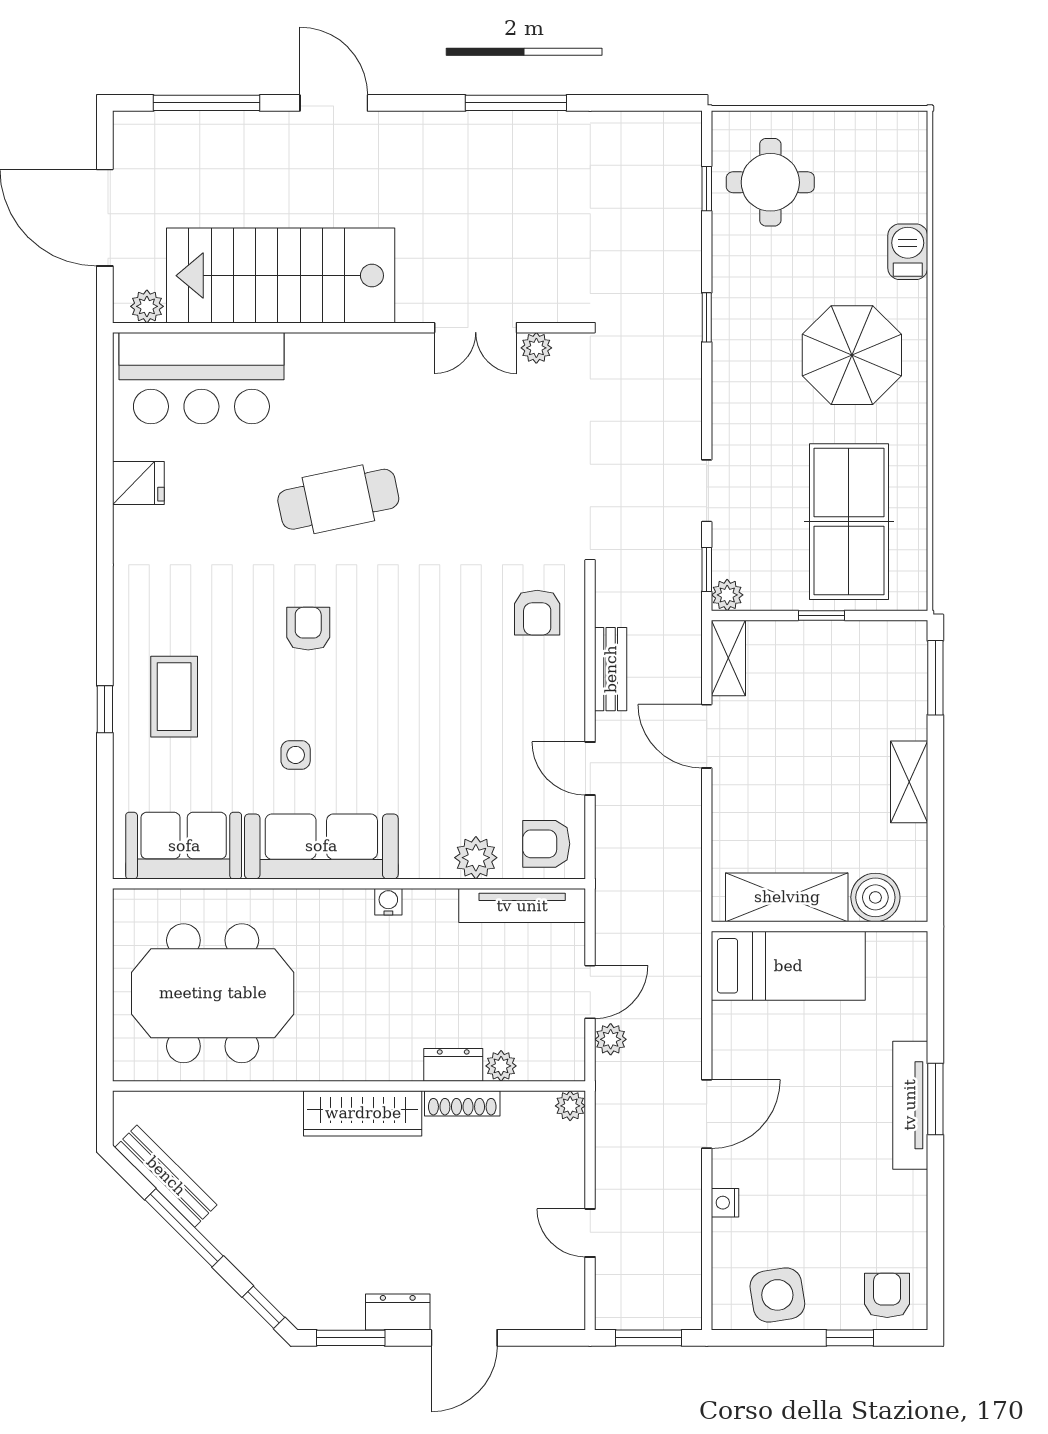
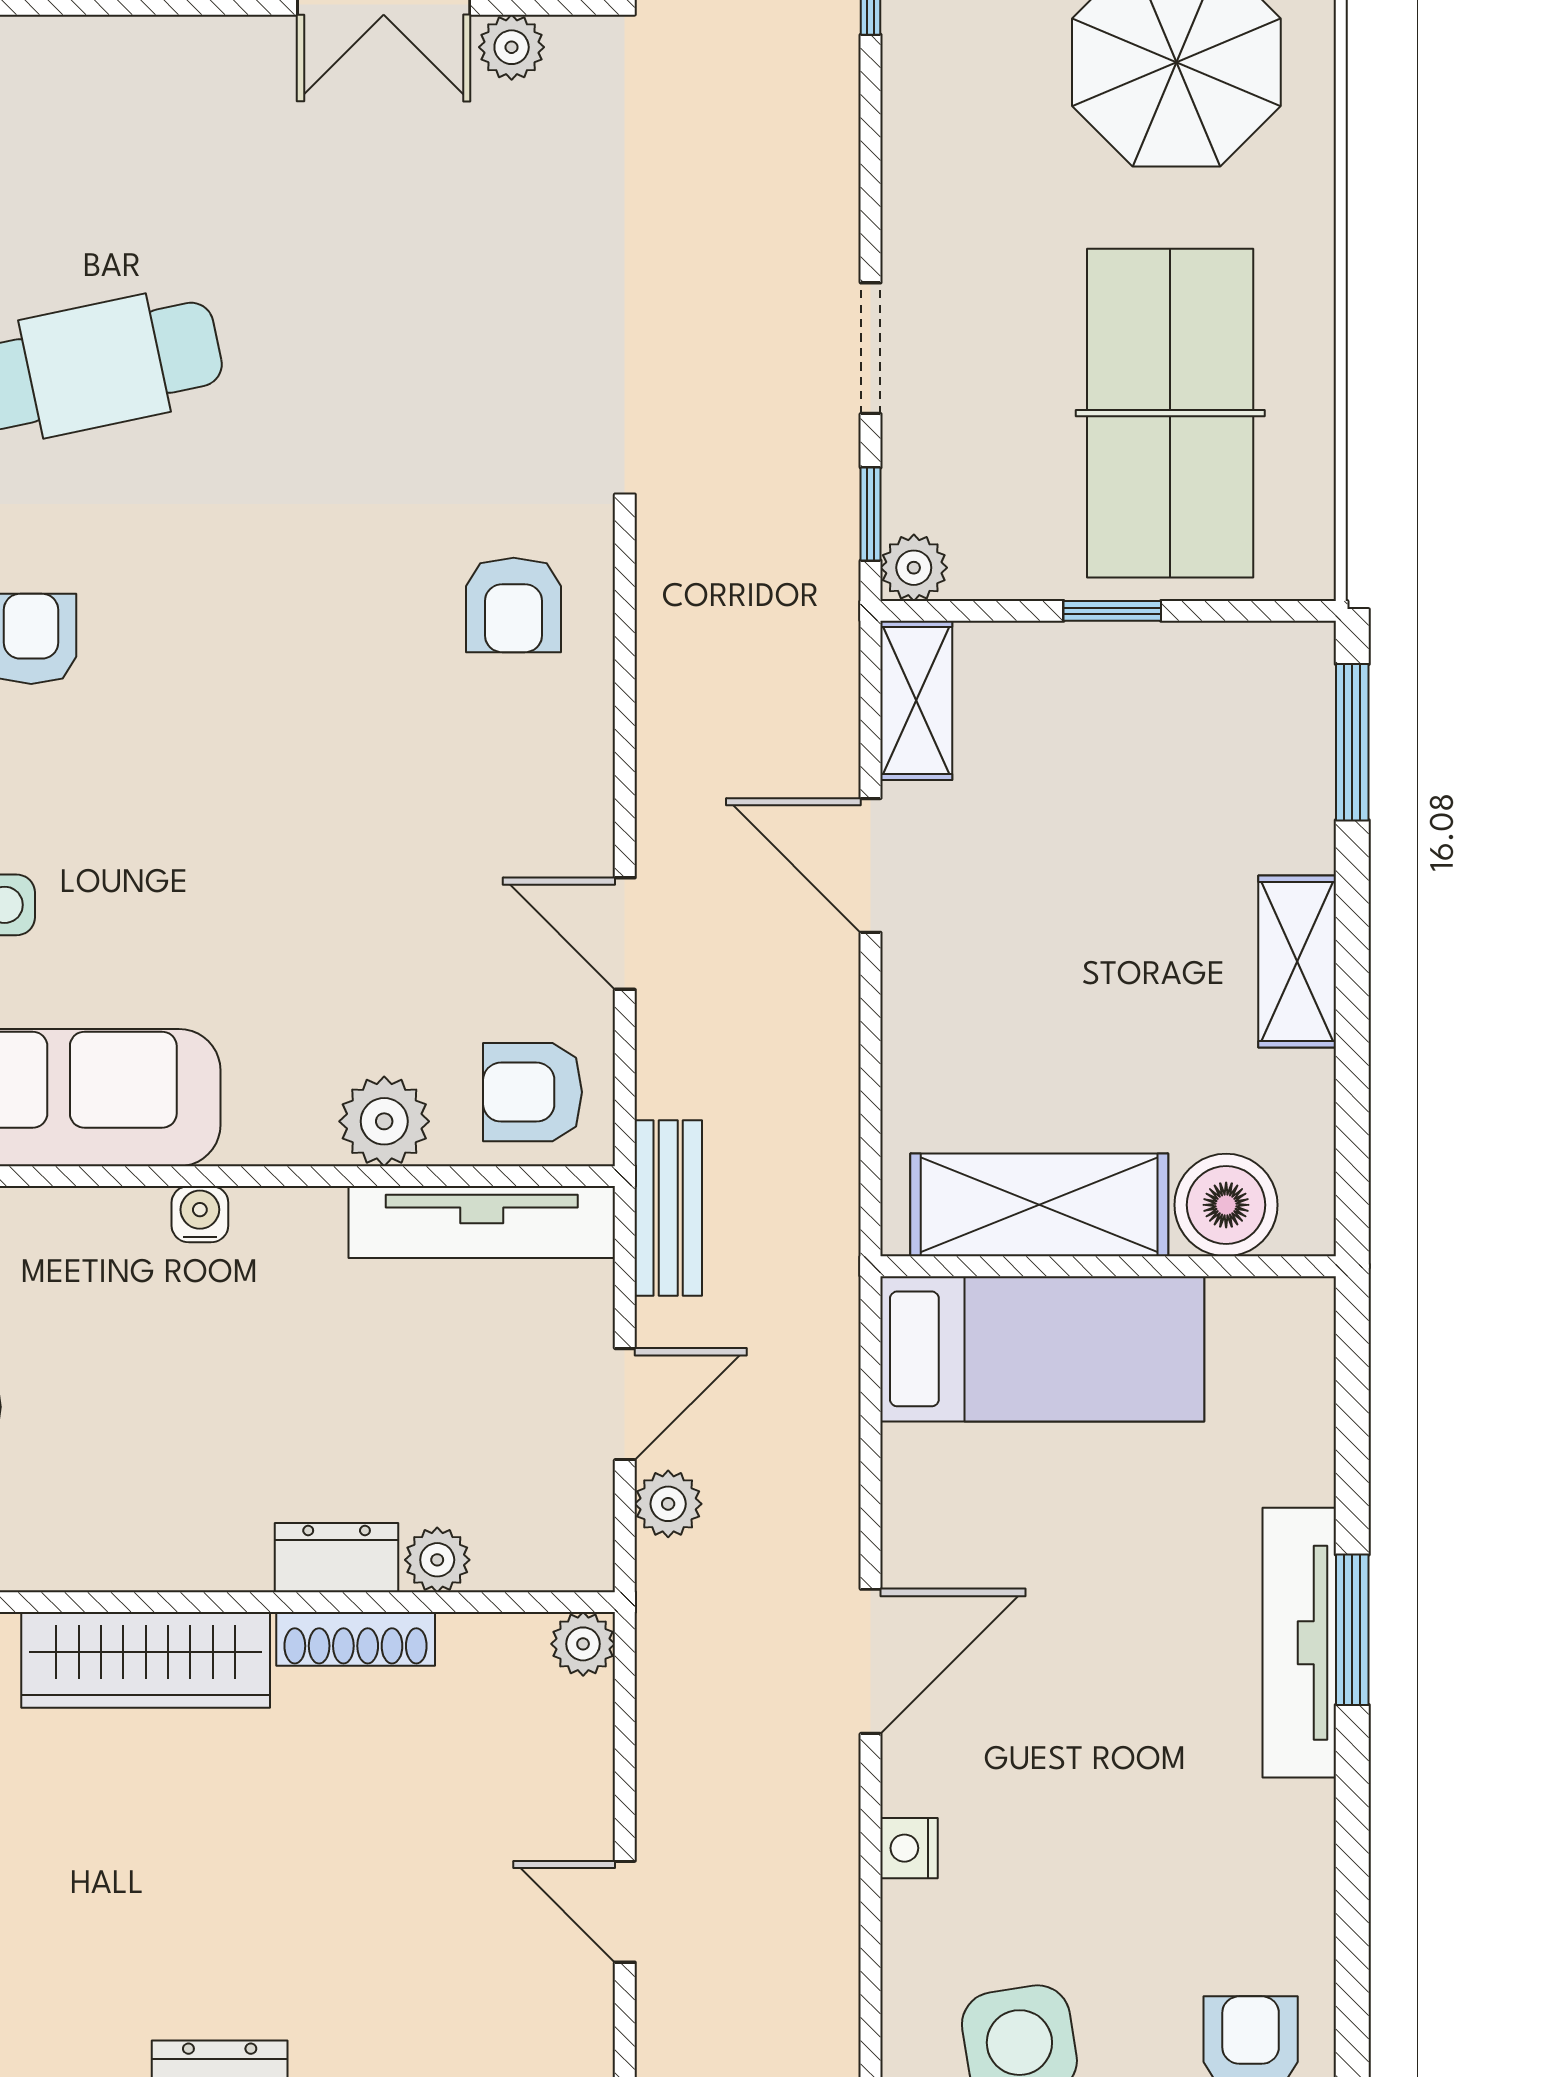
bench: (611, 669) -> (668, 1208), moved

